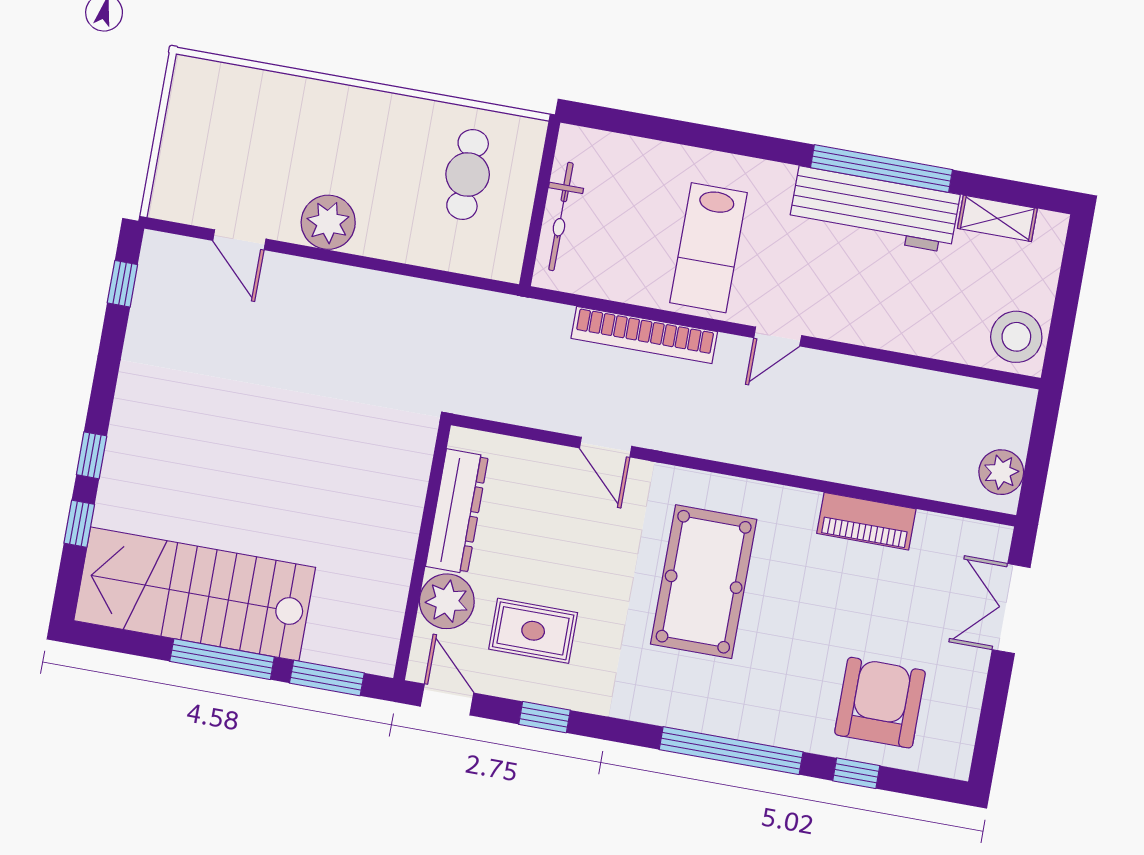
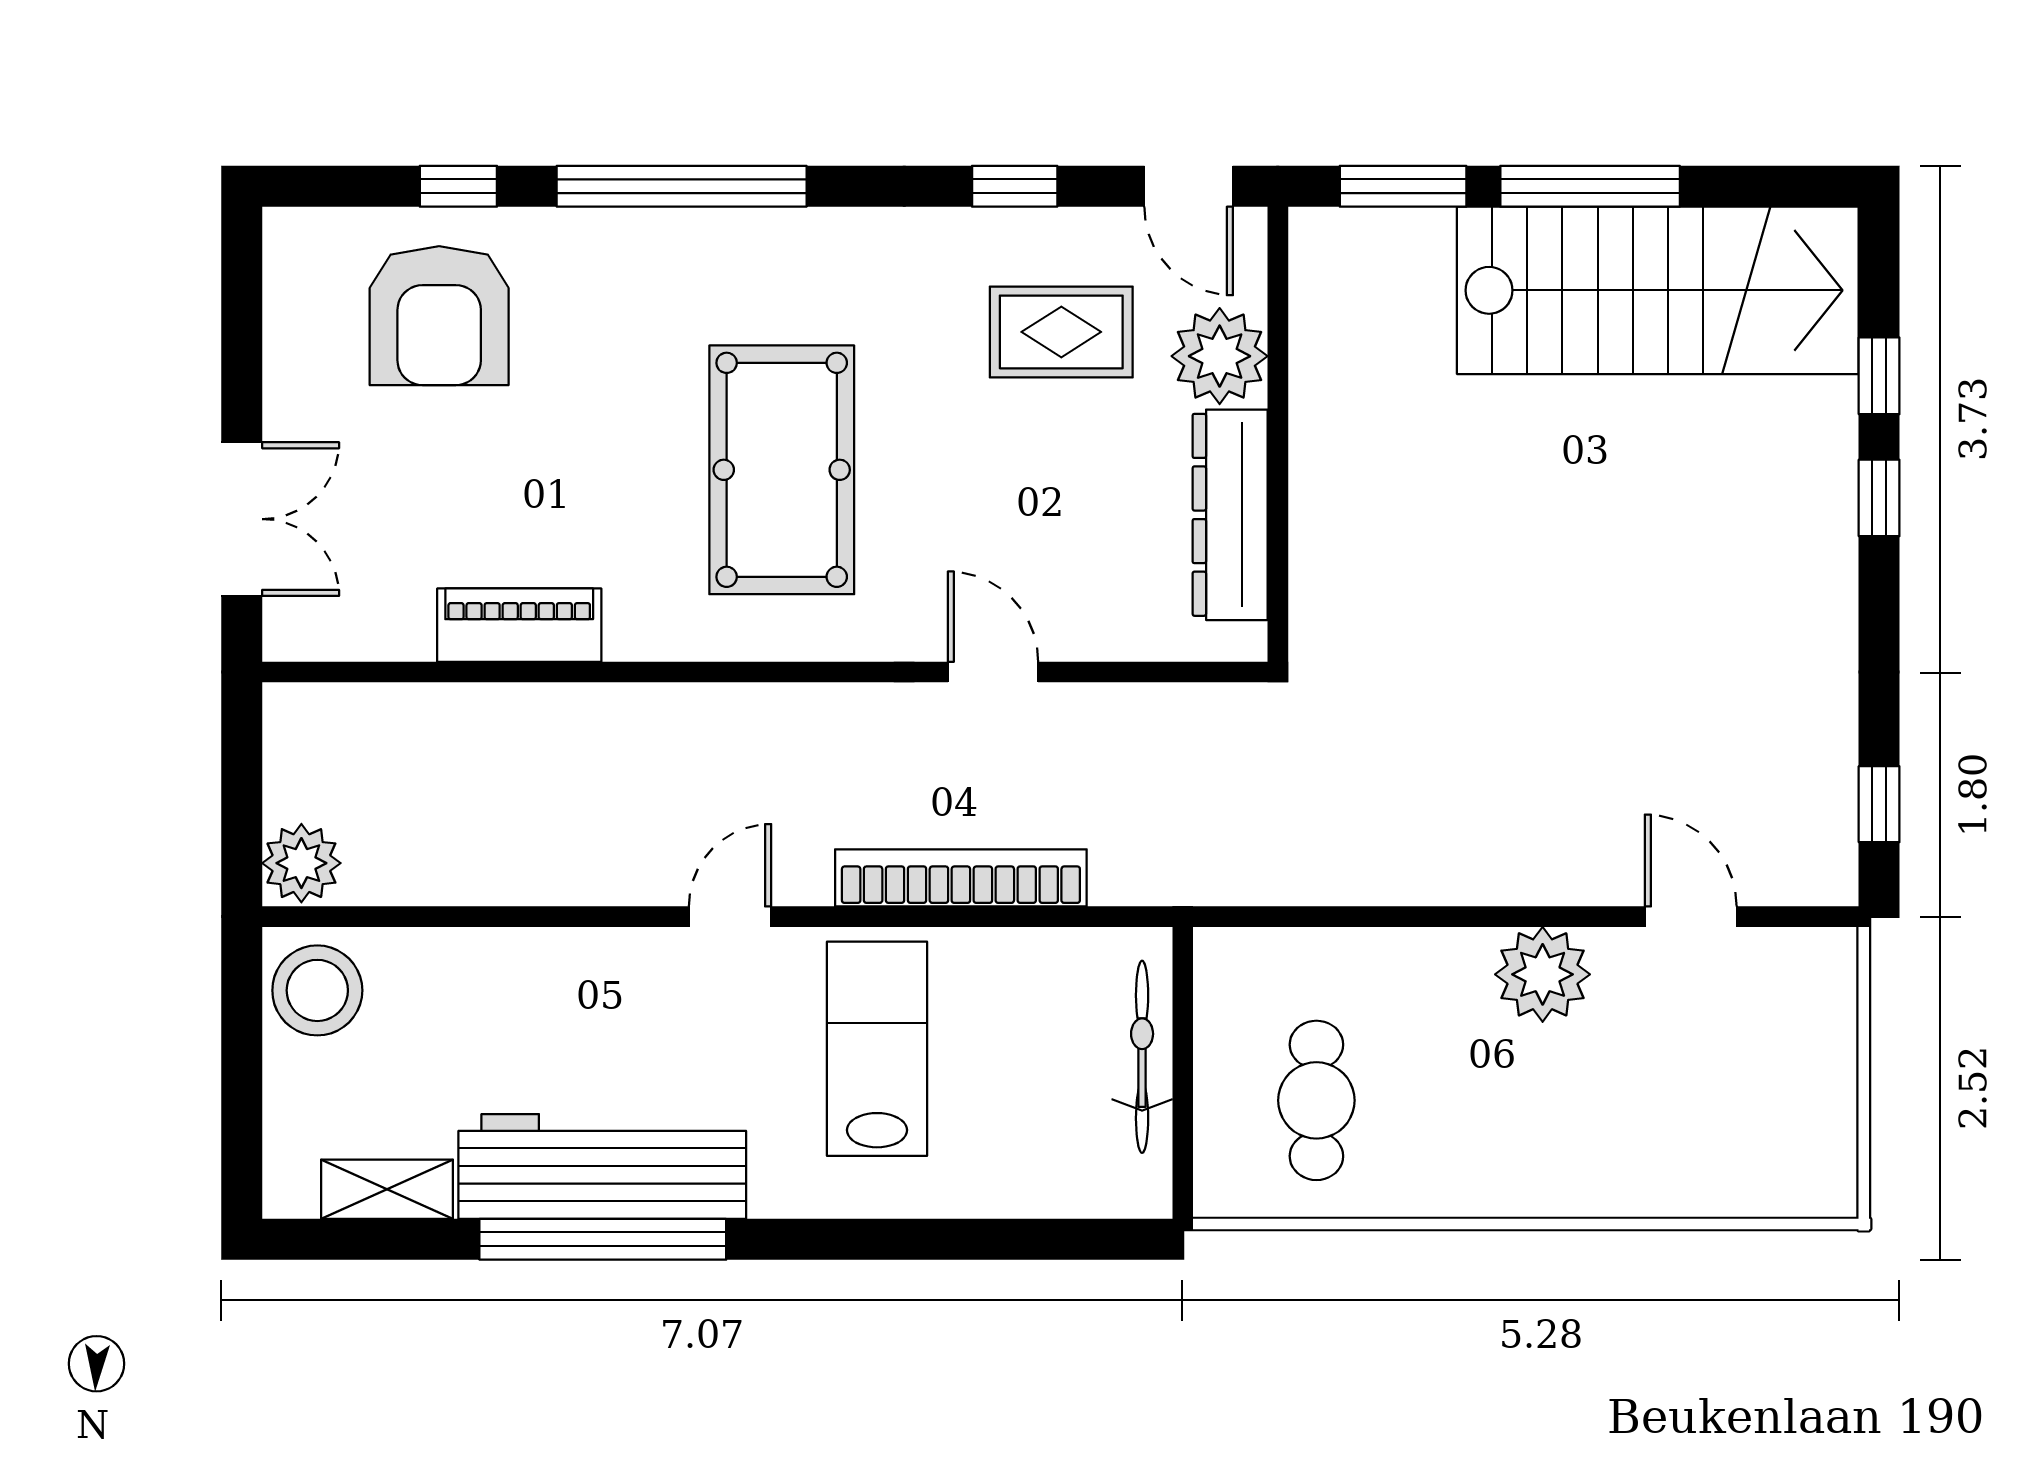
plant: (1001, 472) -> (301, 863), moved

